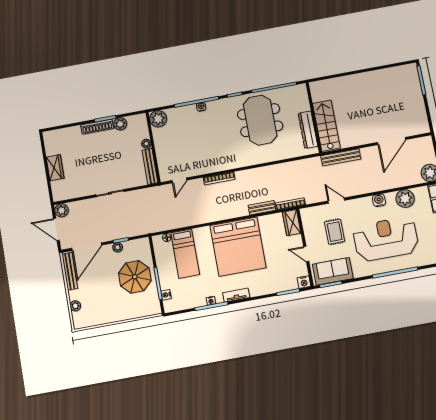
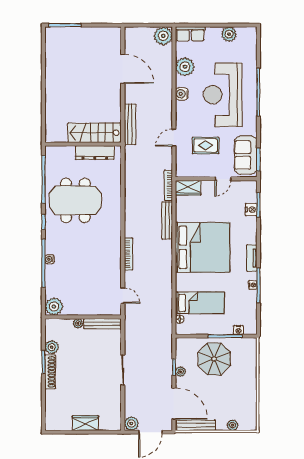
bench: (262, 208) -> (167, 220), width x1.36
nightstand: (304, 282) -> (251, 210), moved

